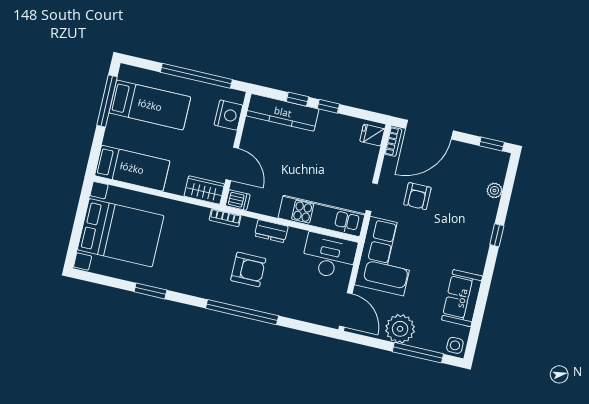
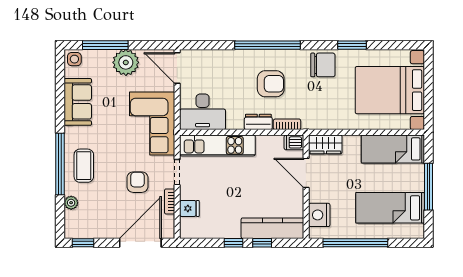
window: (107, 101) -> (428, 187), moved
fridge: (372, 135) -> (189, 208), moved
bookcase: (393, 142) -> (170, 201), moved
bookcase: (225, 218) -> (287, 124), moved
coffee table: (471, 227) -> (84, 166), added
window: (497, 235) -> (60, 164), width x3.17
armchair: (248, 269) -> (271, 84), turned 180
chair: (187, 277) -> (323, 65), added

